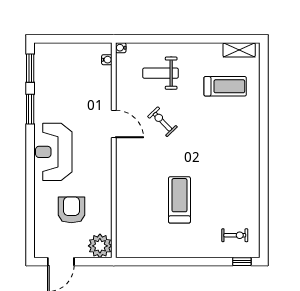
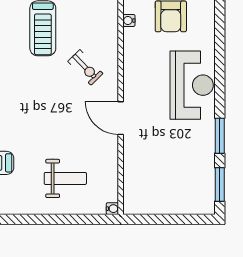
water cooler: (107, 60) -> (129, 20), moved
exercise bike: (162, 122) -> (85, 67), moved

